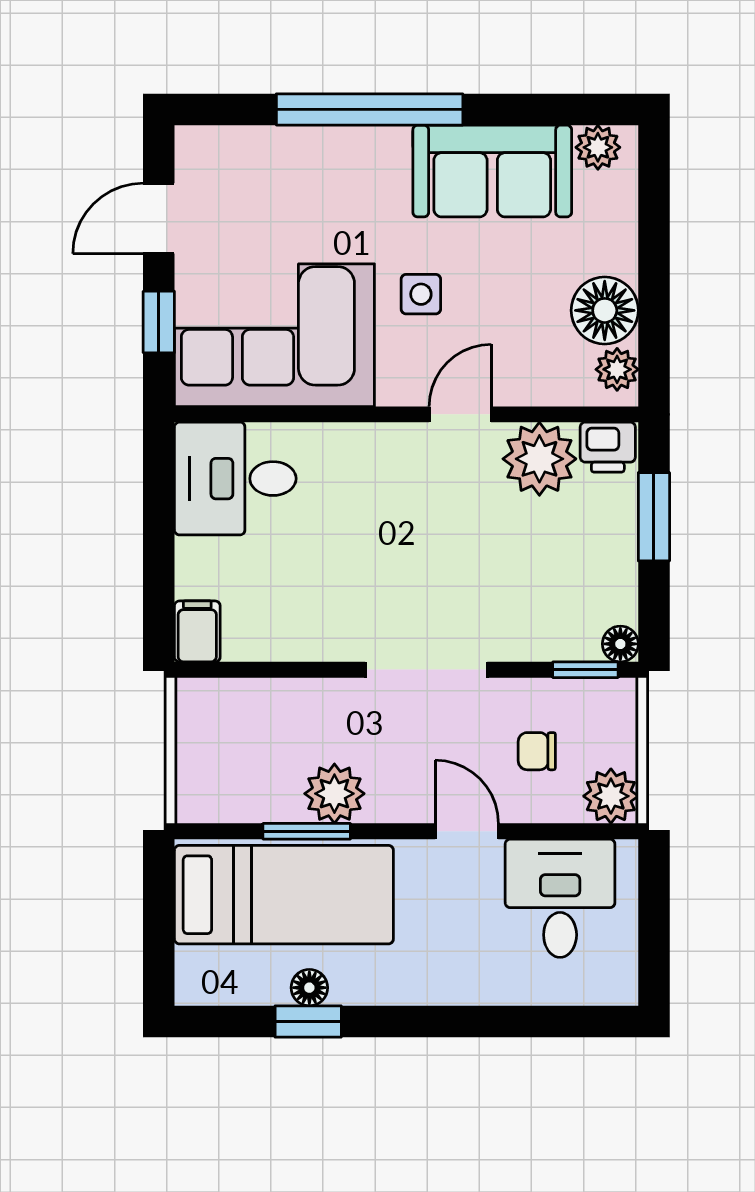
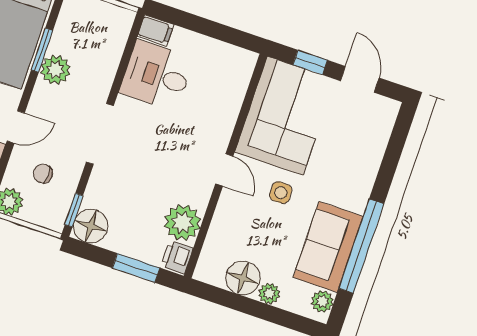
window: (370, 109) -> (361, 246), moved
plant: (617, 369) -> (269, 294), moved
door: (460, 414) -> (224, 170), moved
desk: (235, 479) -> (157, 75), moved, turned -90
floor lamp: (620, 644) -> (91, 226), width x1.89, depth x1.89
chair: (537, 751) -> (43, 174), turned -90

